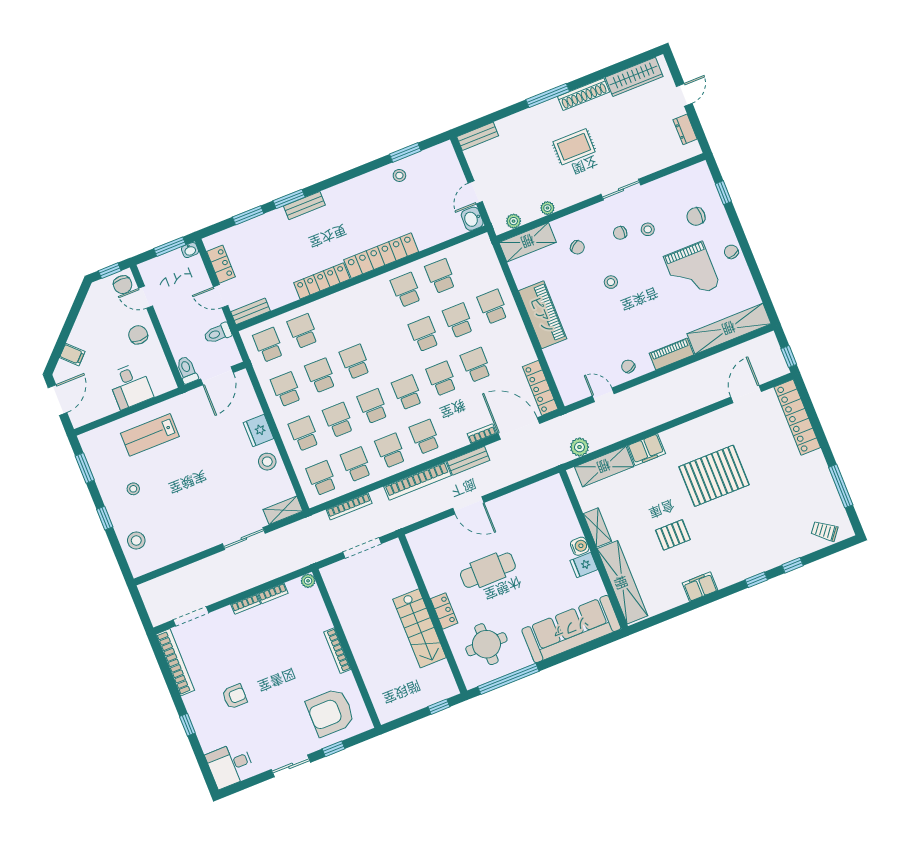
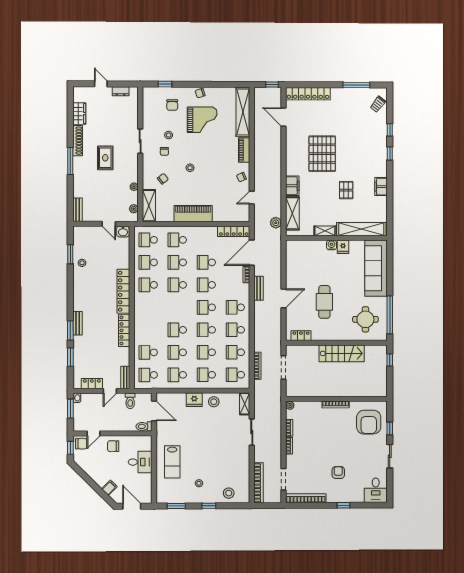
wardrobe: (634, 77) -> (79, 114), width x0.67
school desk: (475, 262) -> (148, 240), added
bookcase: (417, 481) -> (258, 483), moved
locker: (444, 611) -> (301, 336), moved

